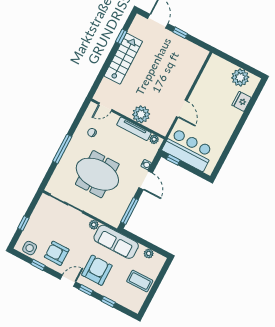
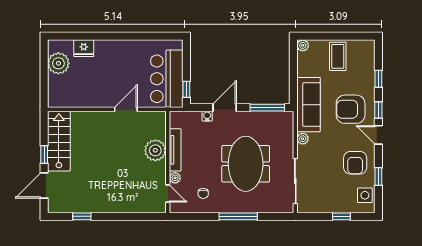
stairs: (123, 59) -> (59, 141), moved, turned 90
plant: (154, 139) -> (175, 178), moved
plant: (149, 254) -> (303, 45), moved

